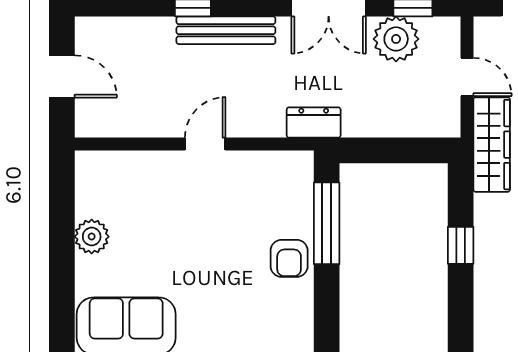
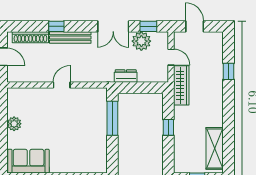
shoe rack: (131, 30) -> (30, 37), added
dresser: (314, 122) -> (126, 76), moved
armchair: (289, 258) -> (97, 133), removed

